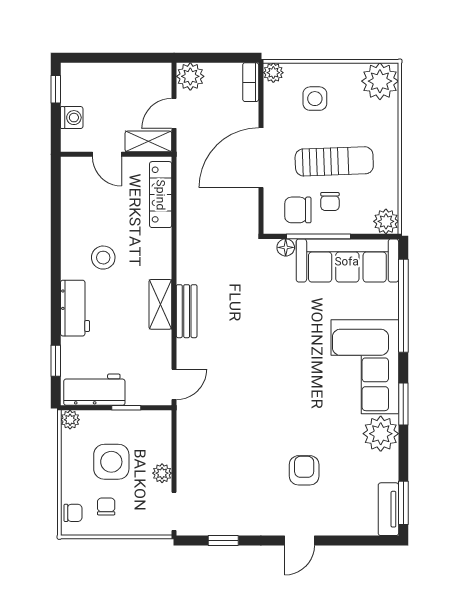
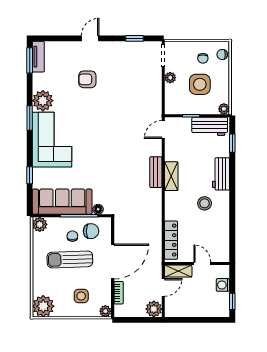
bookcase: (251, 82) -> (119, 293), moved
window: (403, 306) -> (30, 175), width x0.32
armchair: (304, 470) -> (87, 79), turned 90

